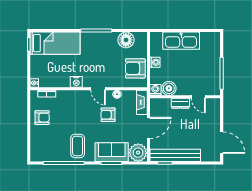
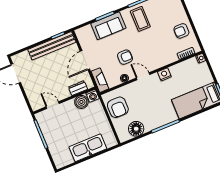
washing machine: (155, 62) -> (103, 120), removed
armchair: (135, 68) -> (118, 107), turned 90
dresser: (180, 103) -> (78, 88), moved
plant: (138, 153) -> (85, 35), removed

